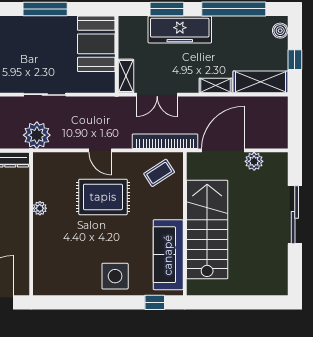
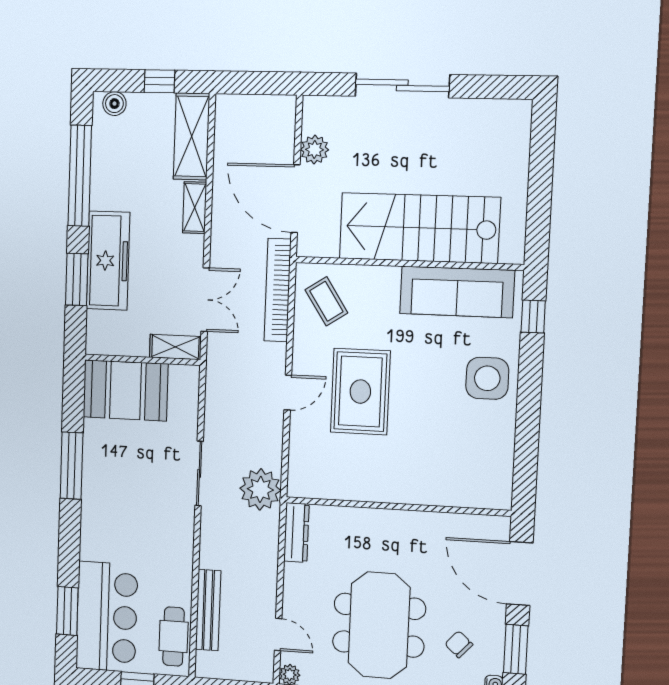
plant: (40, 208) -> (374, 491), removed

